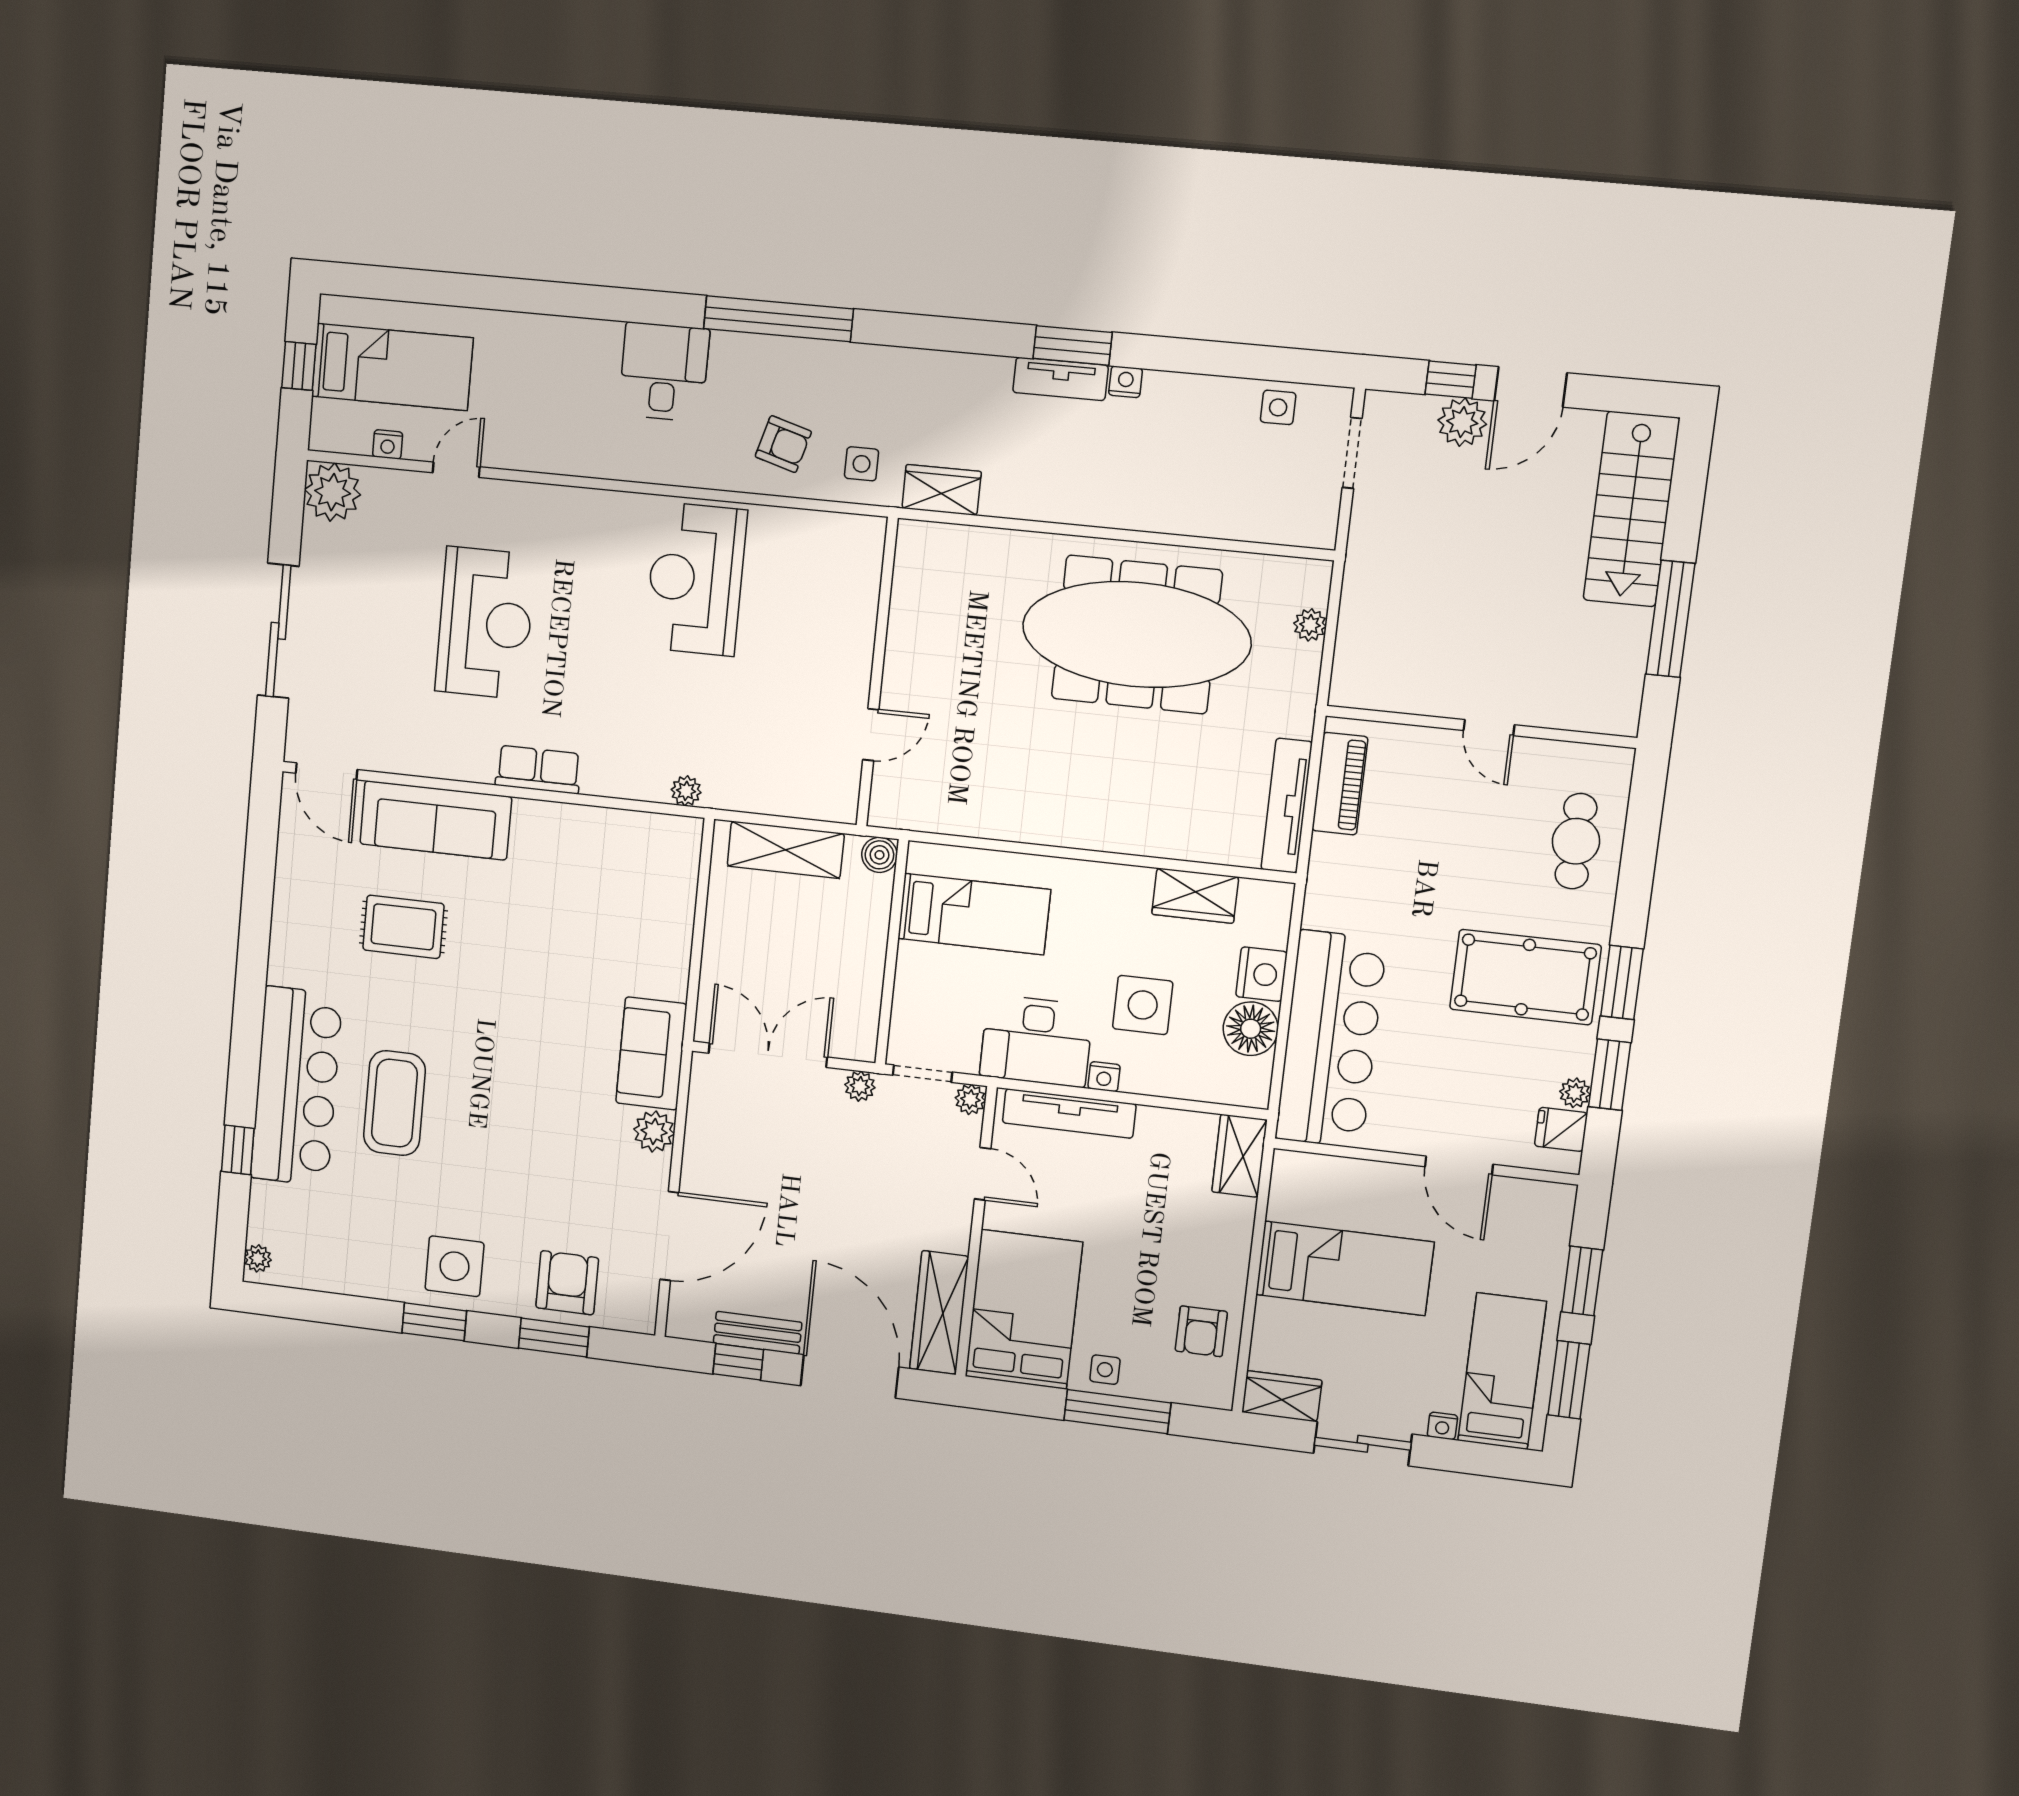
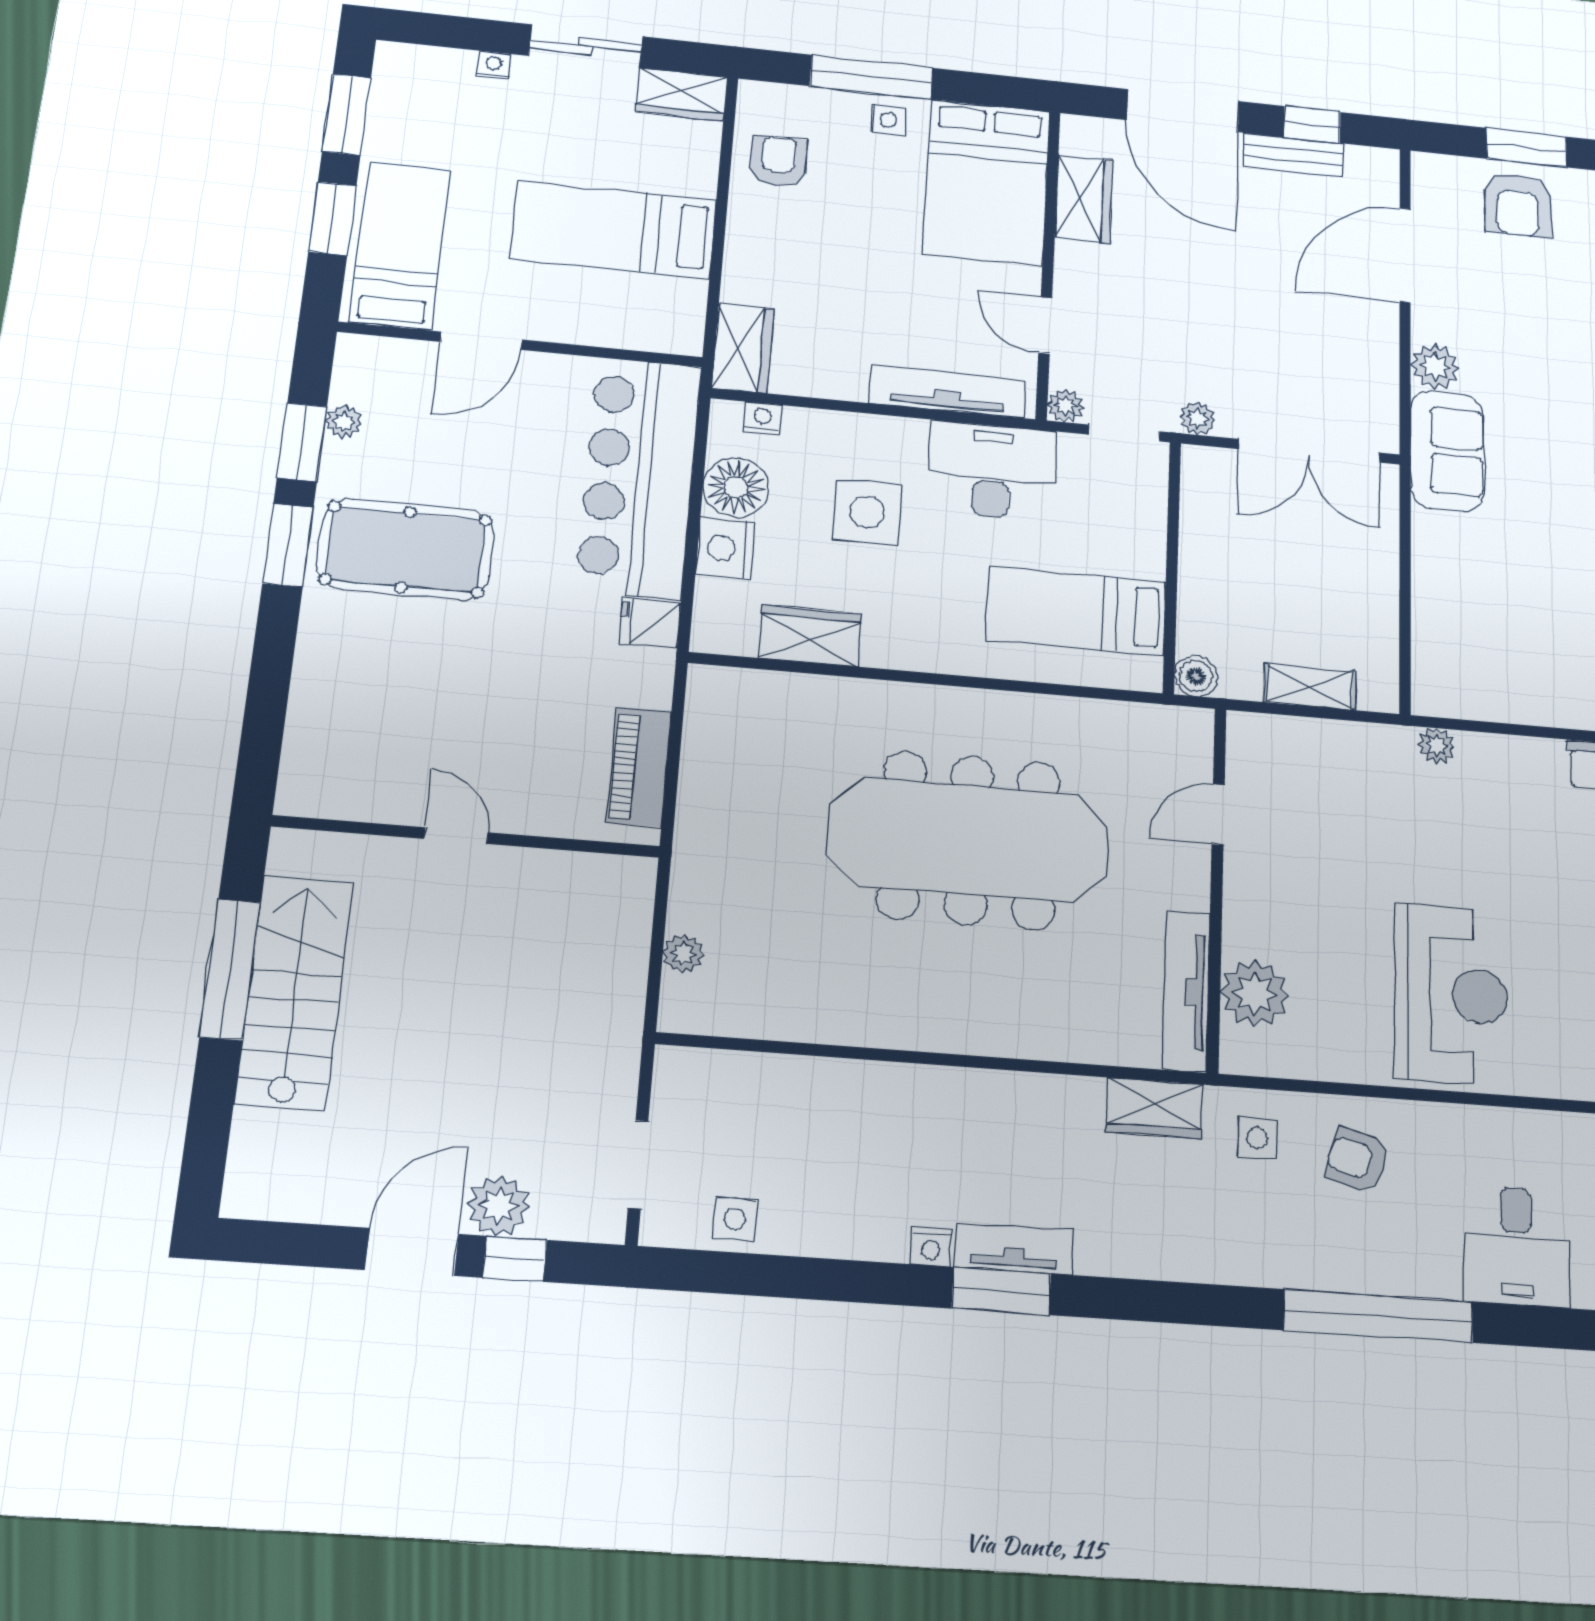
stairs: (1631, 509) -> (295, 992), moved
plant: (853, 583) -> (1255, 993), added
meeting table: (1137, 635) -> (969, 840), moved
tv unit: (1287, 806) -> (1186, 991), moved, turned 180
cafe table: (1576, 841) -> (346, 705), removed
shelving: (786, 850) -> (1310, 687), width x0.67, depth x0.75
nightstand: (1104, 1077) -> (763, 418), moved
fridge: (1561, 1129) -> (650, 623), moved, turned 180
door: (1459, 1165) -> (481, 341), swing flipped
wardrobe: (939, 1313) -> (1084, 199), width x0.67
bed: (1502, 1371) -> (400, 246), moved, turned 180

